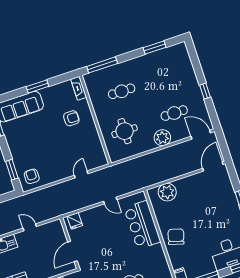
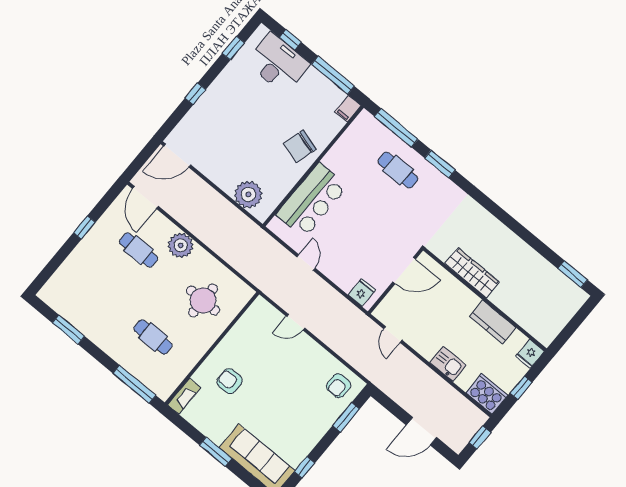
door: (30, 227) -> (393, 335), moved

